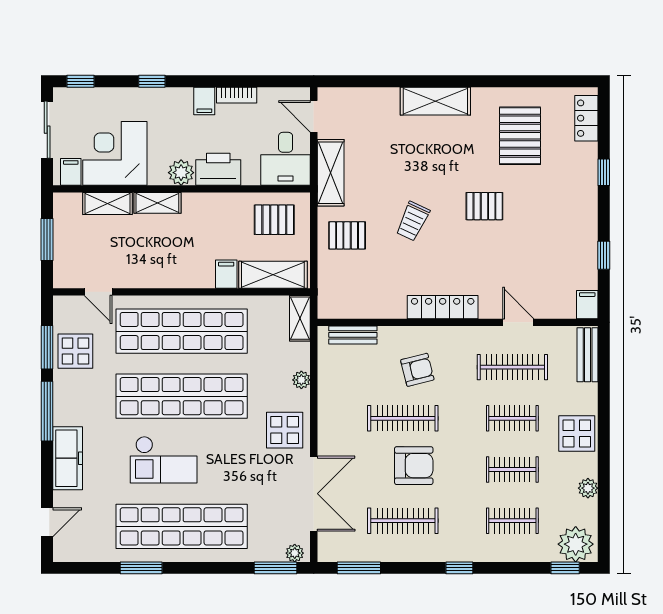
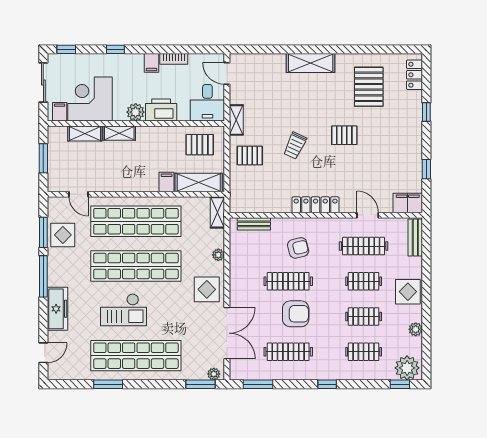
shelving: (331, 173) -> (236, 120), width x0.67, depth x0.75
filing cabinet: (587, 305) -> (408, 203), width x2.00

